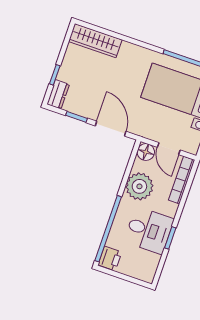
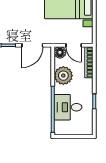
door: (111, 129) -> (32, 45), swing flipped
desk: (149, 230) -> (68, 107), moved, turned 180
printer: (110, 258) -> (60, 128), removed

